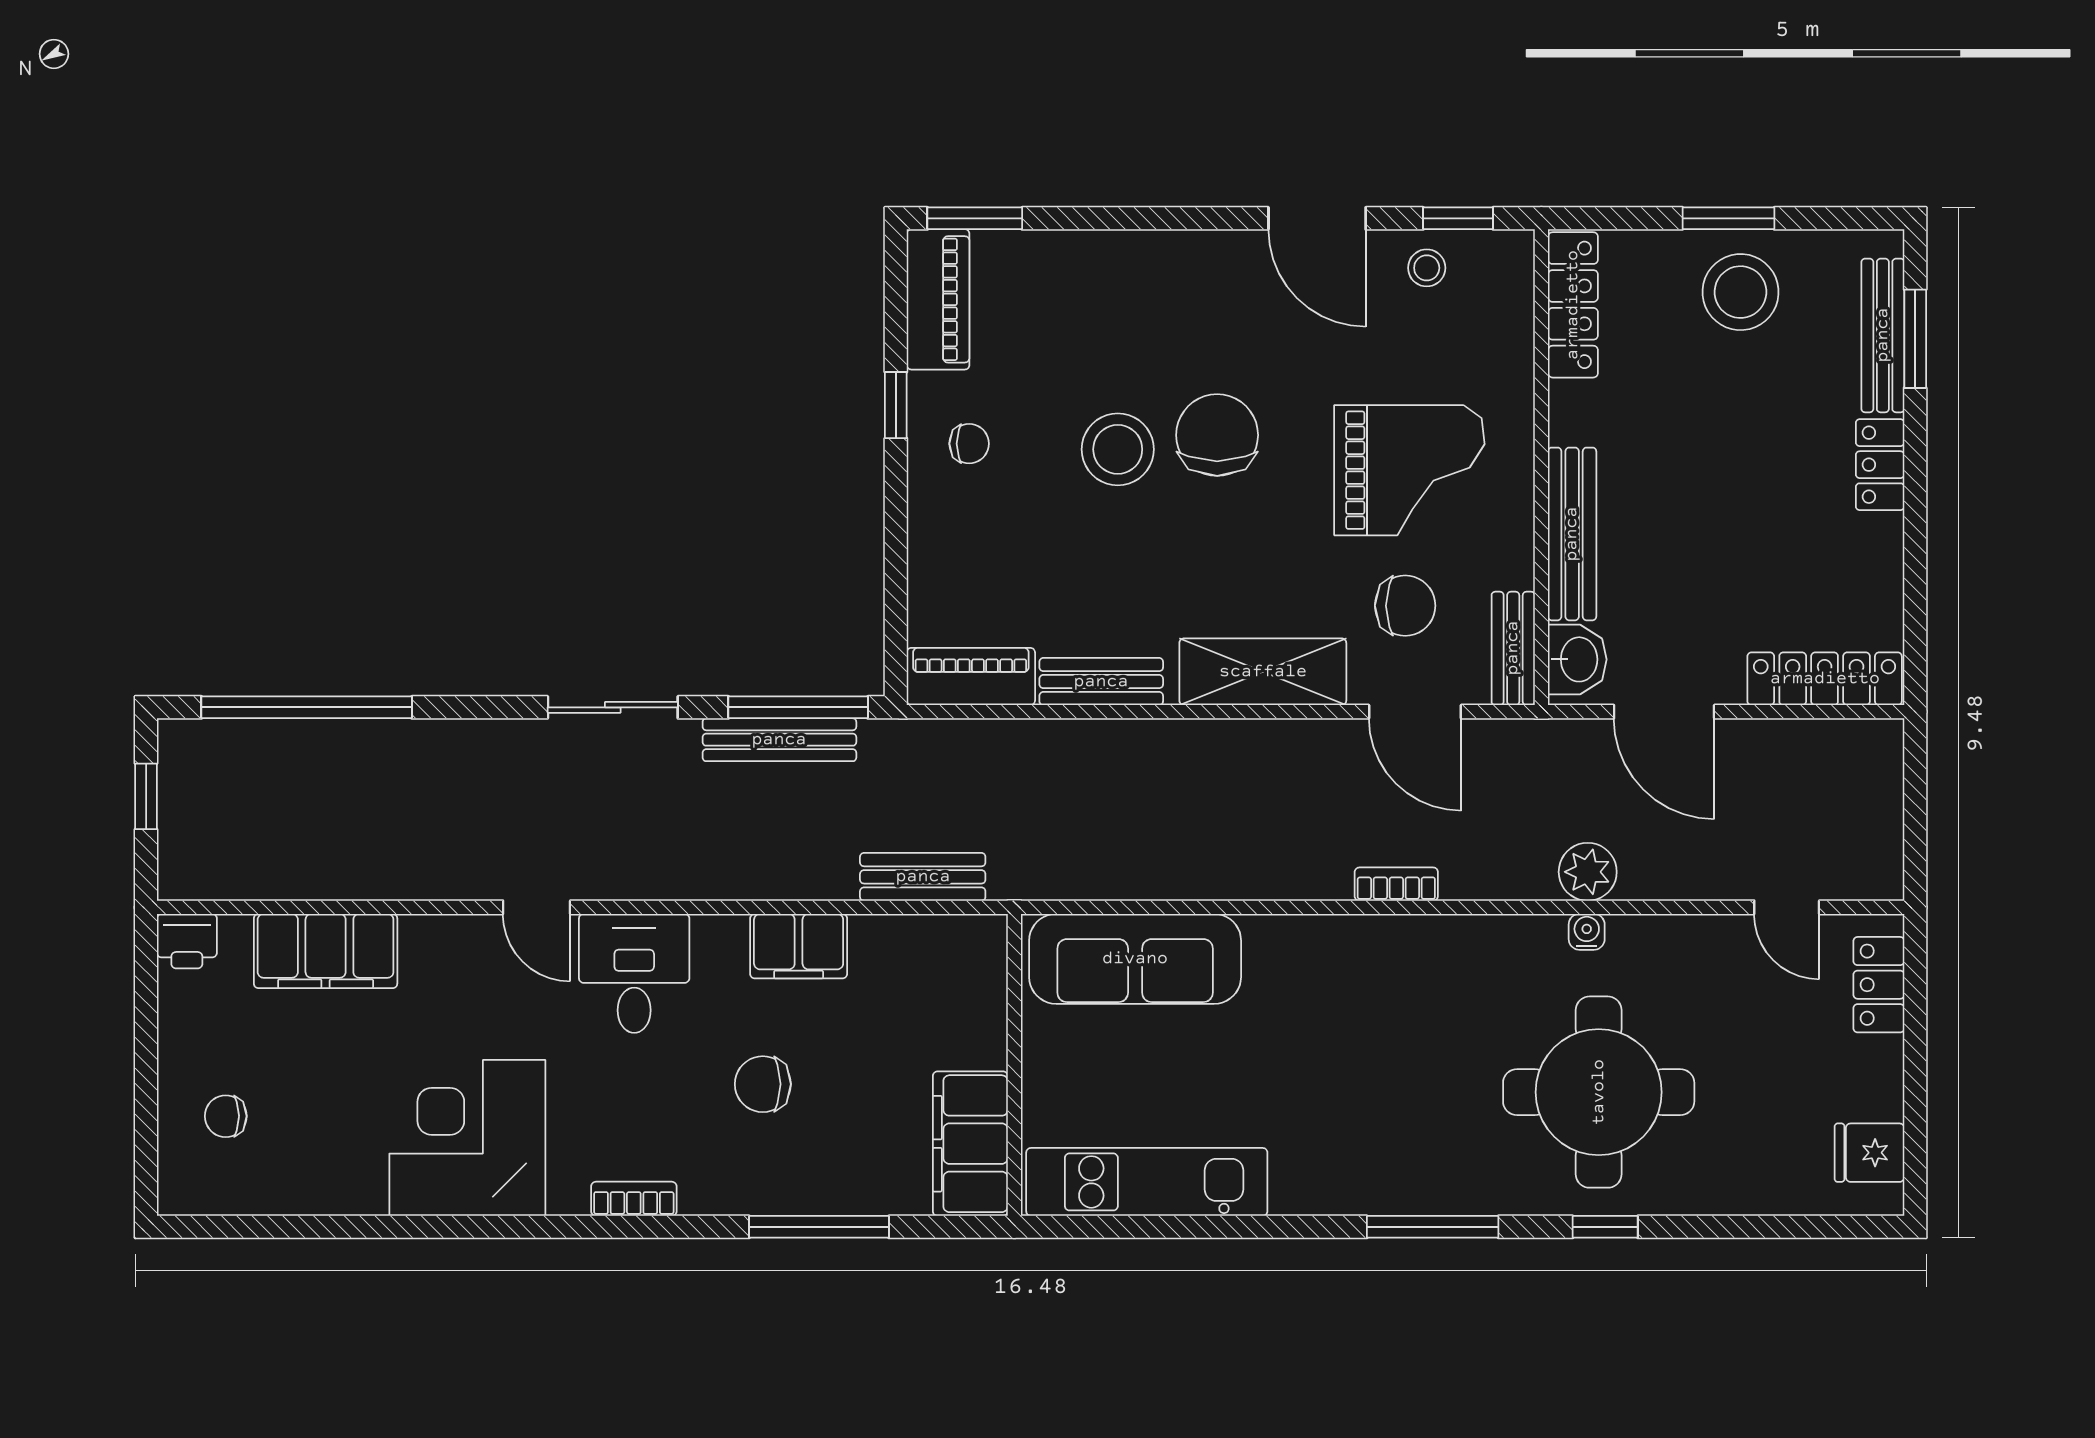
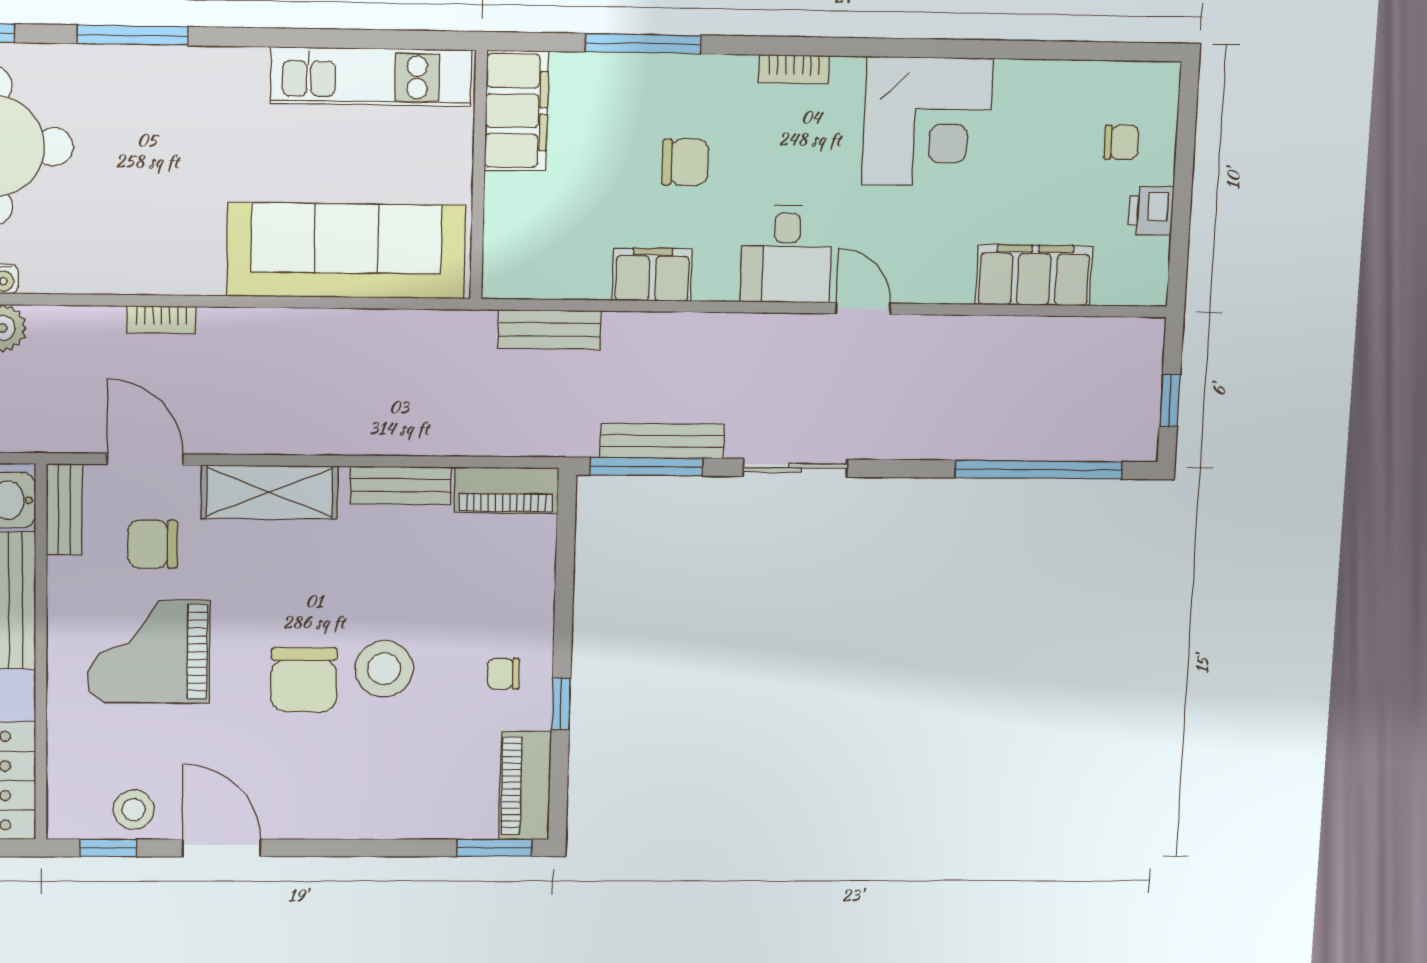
stool: (1427, 268) -> (134, 810), width x1.37, depth x1.37
printer: (187, 941) -> (1151, 211), moved, turned -90
sofa: (1135, 959) -> (346, 251), width x1.36, depth x1.27

